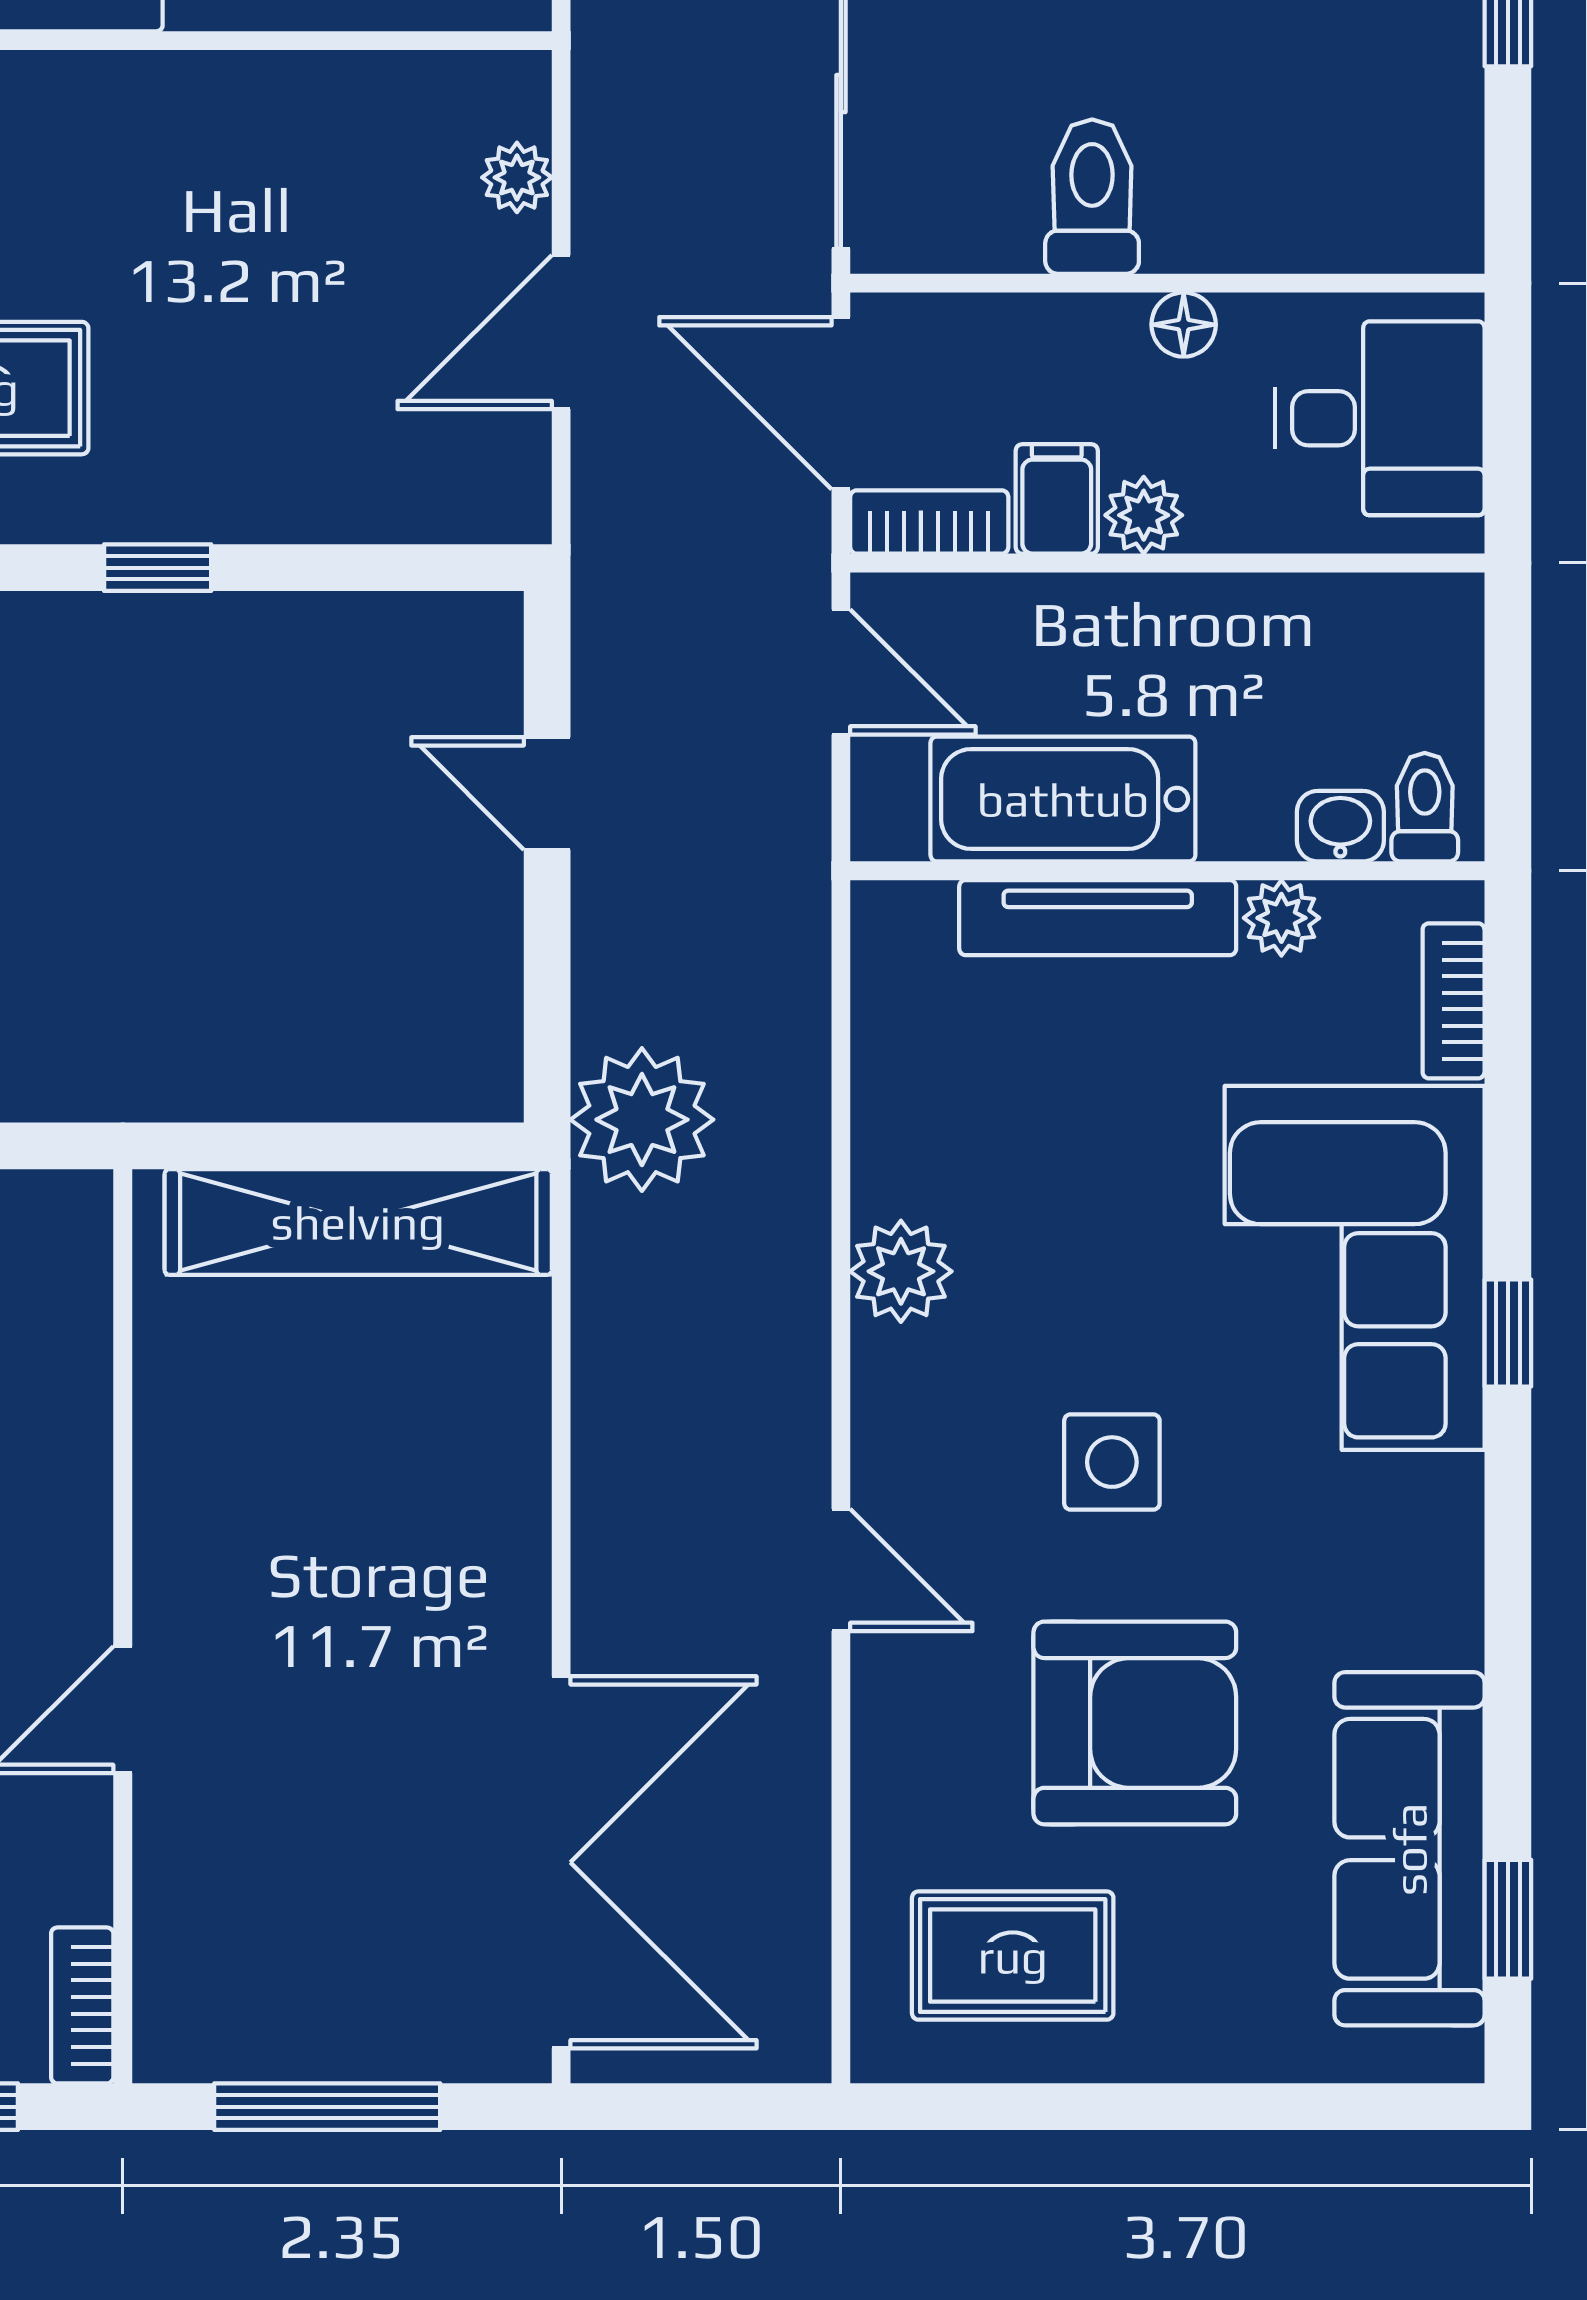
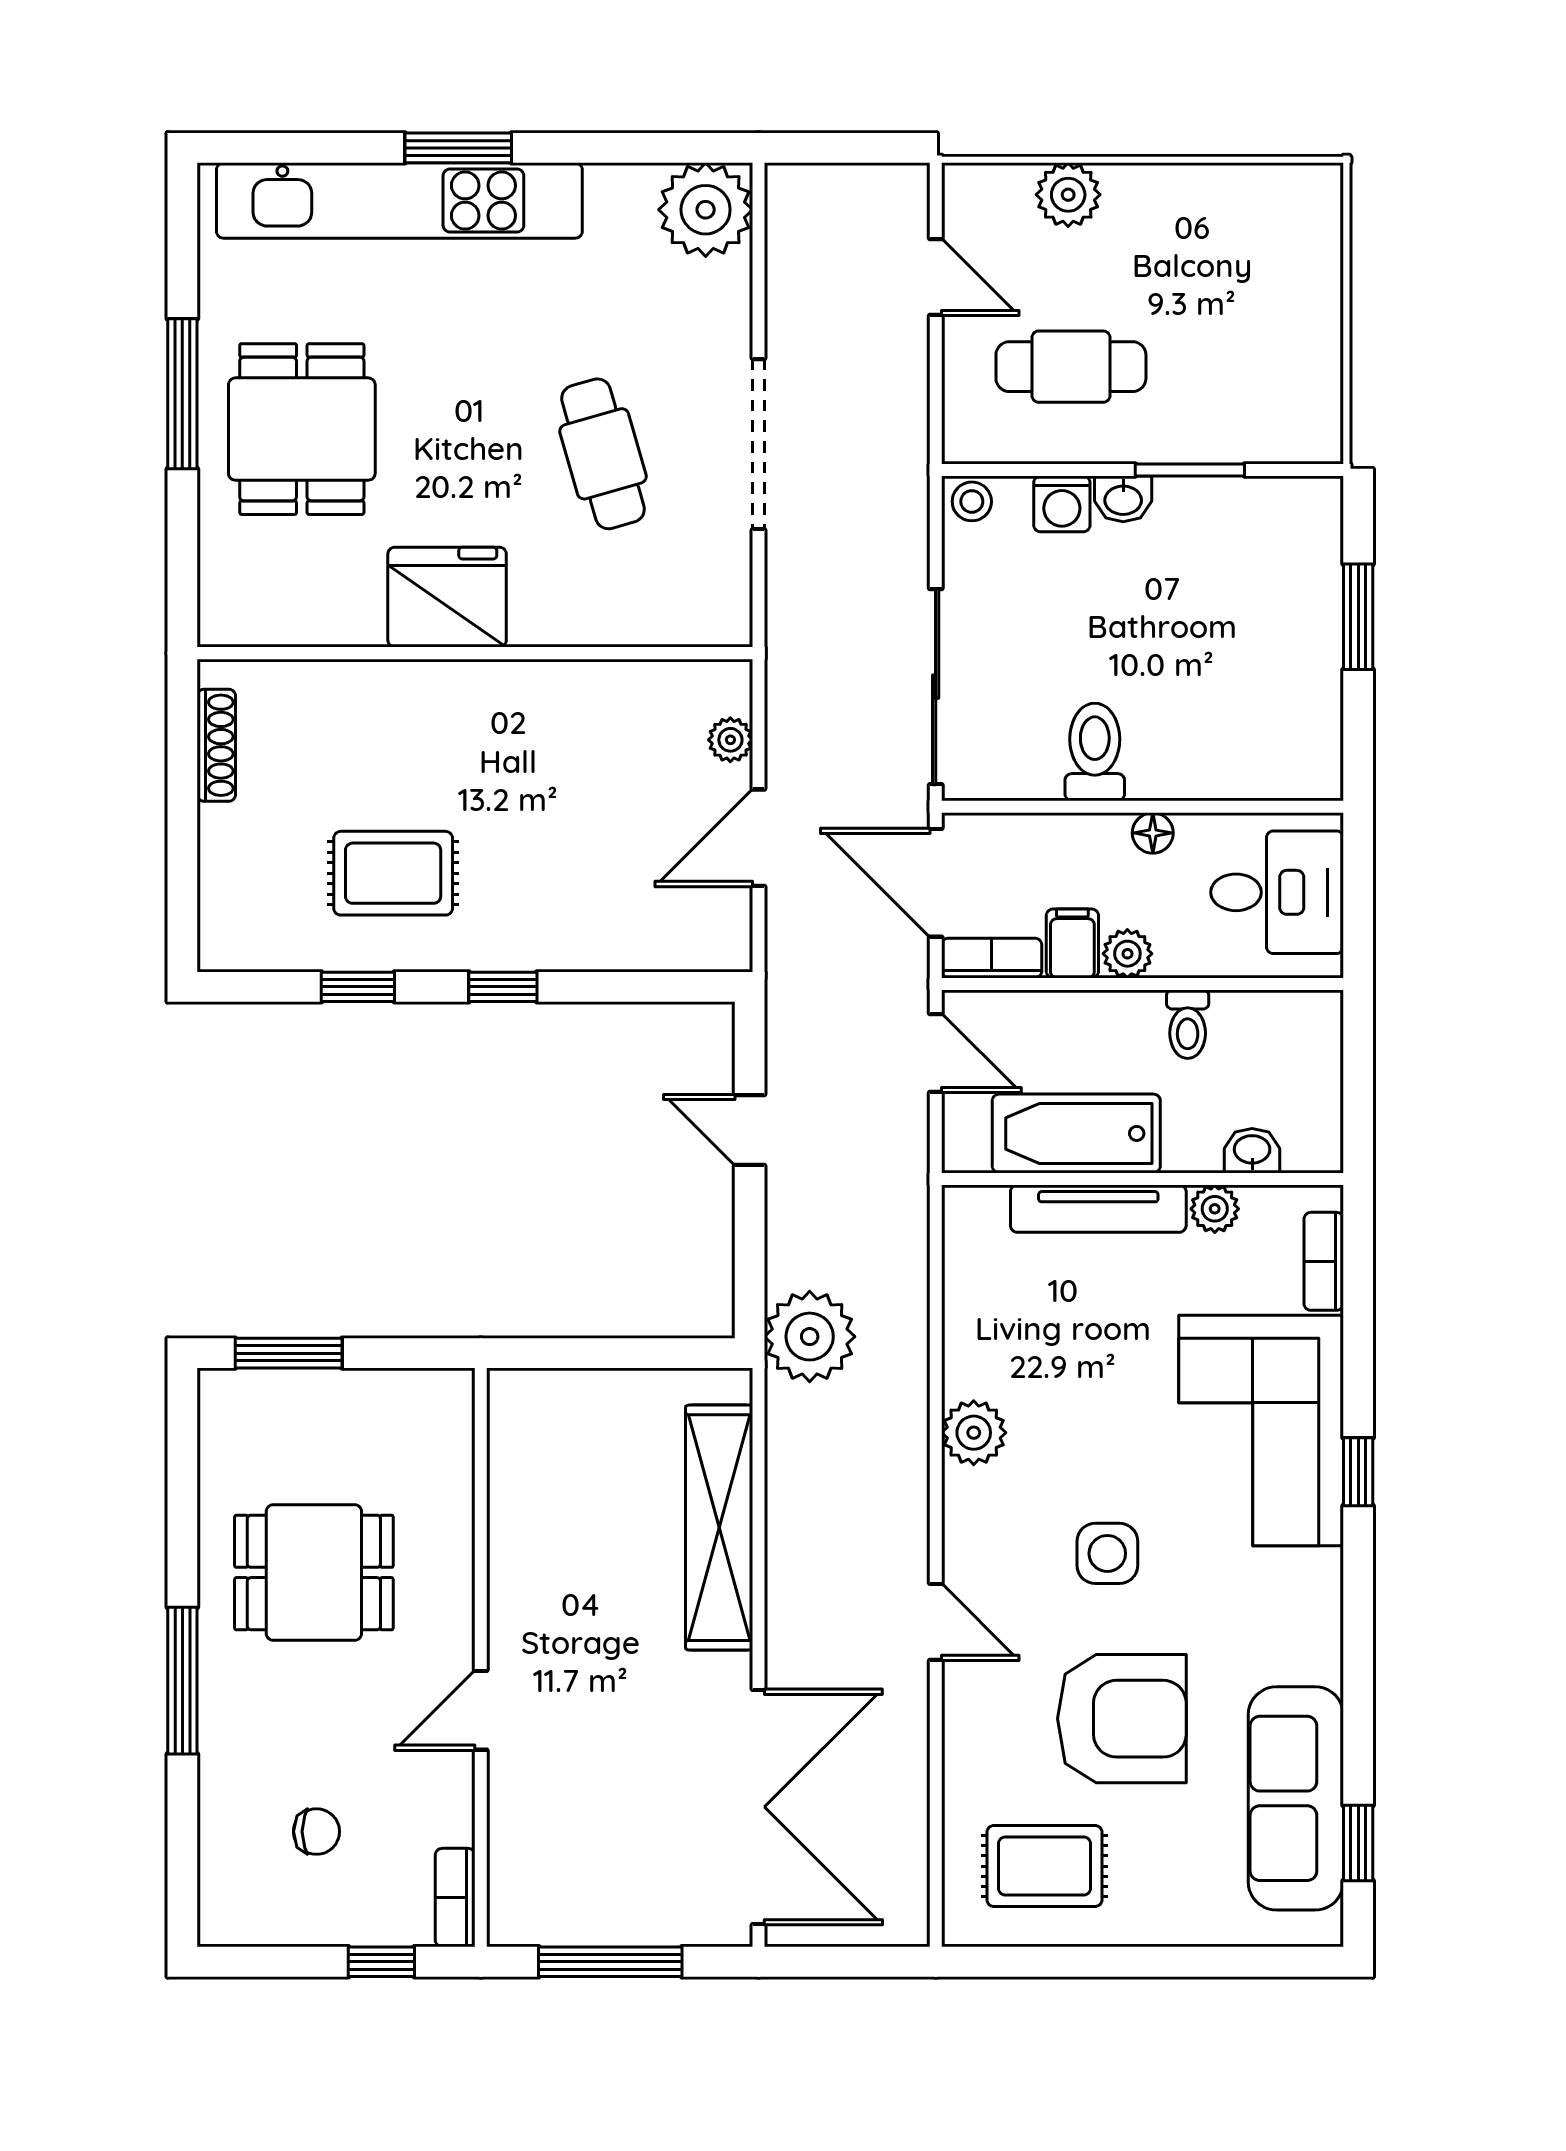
toilet: (1425, 807) -> (1188, 1024), moved, turned 180
shelving: (358, 1222) -> (719, 1528), moved, turned 90

